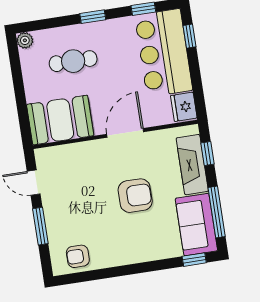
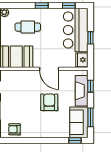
window: (189, 36) -> (91, 38), moved
door: (125, 133) -> (49, 69), swing flipped
armchair: (135, 196) -> (49, 102), turned -90
window: (217, 212) -> (91, 117), width x0.69

